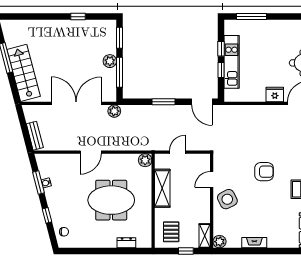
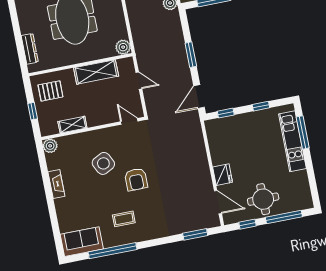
kitchen unit: (232, 62) -> (292, 141), moved, turned 90
window: (221, 70) -> (226, 113), moved
door: (212, 179) -> (129, 121), moved
side table: (227, 199) -> (103, 163), moved
shelving: (205, 236) -> (72, 125), moved
dresser: (126, 243) -> (30, 49), width x1.44

